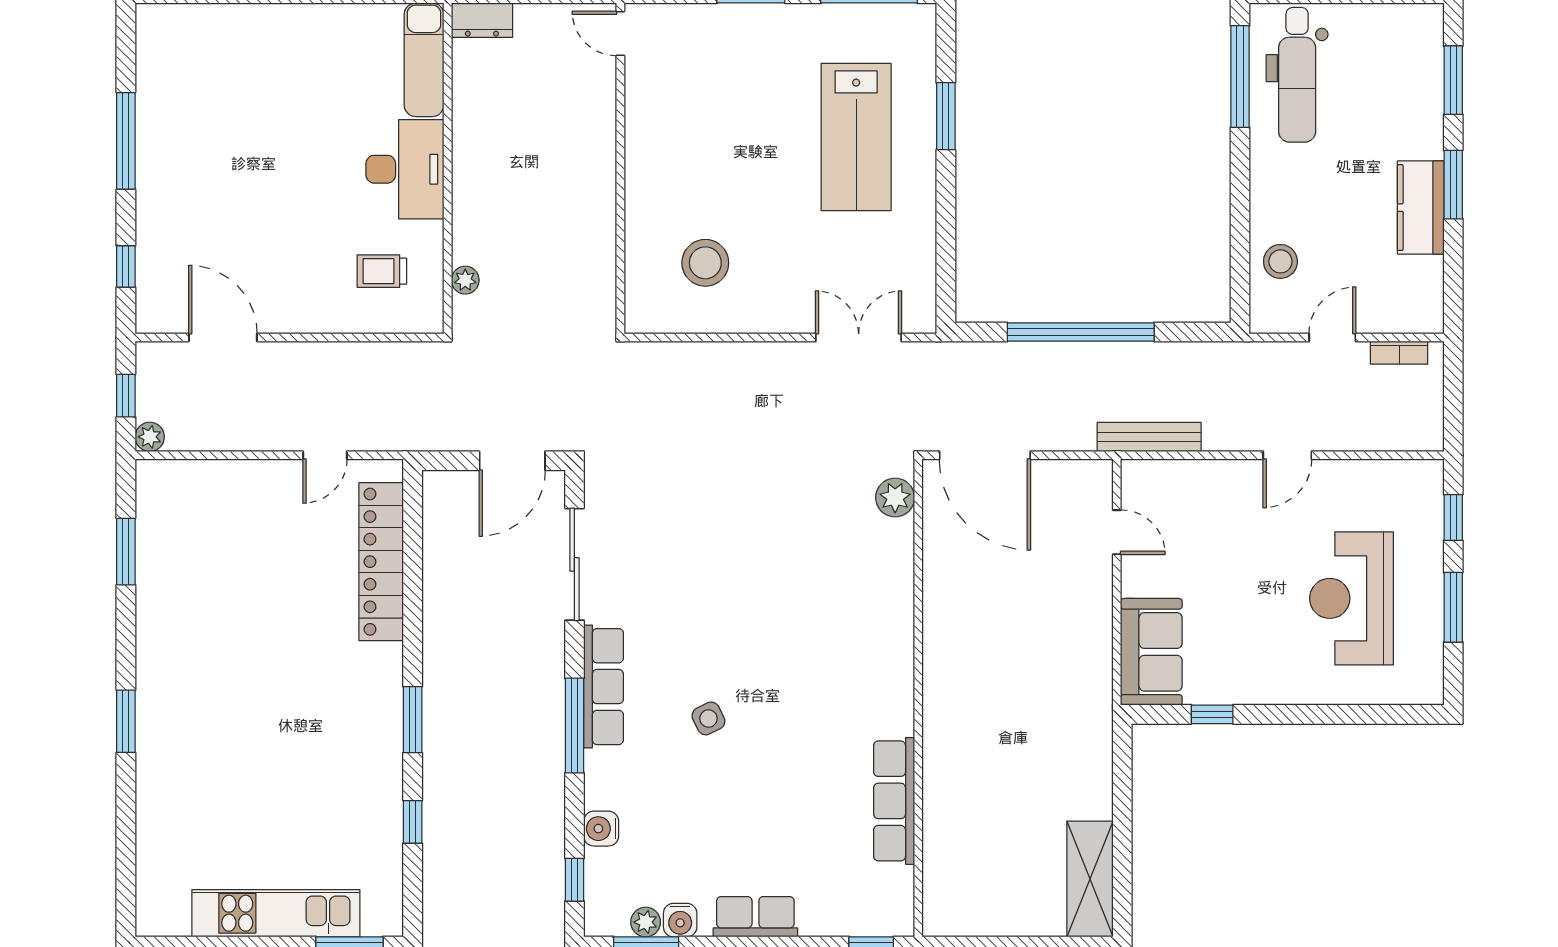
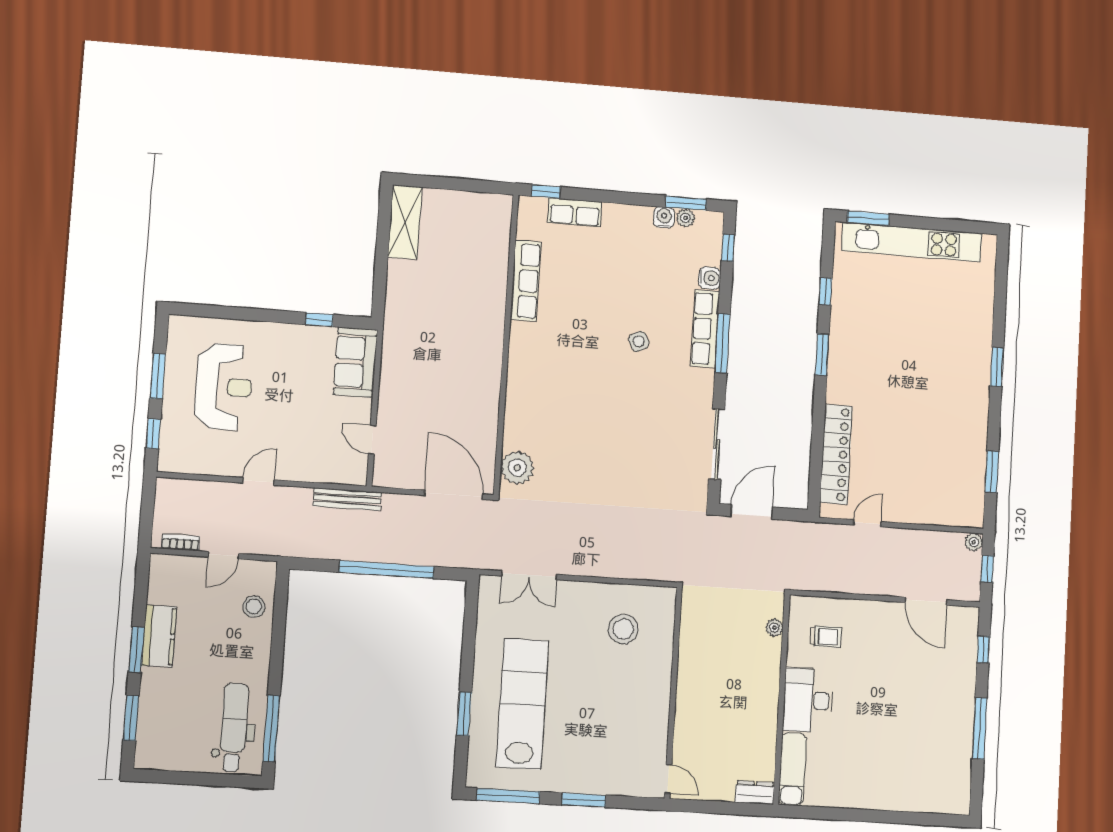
lab bench: (856, 137) -> (522, 704), width x1.36
plant: (895, 498) -> (517, 468), width x1.36, depth x1.36
row of seats: (603, 687) -> (705, 329), moved
kitchen unit: (276, 913) -> (912, 242), width x1.36
row of seats: (755, 917) -> (575, 212), moved

